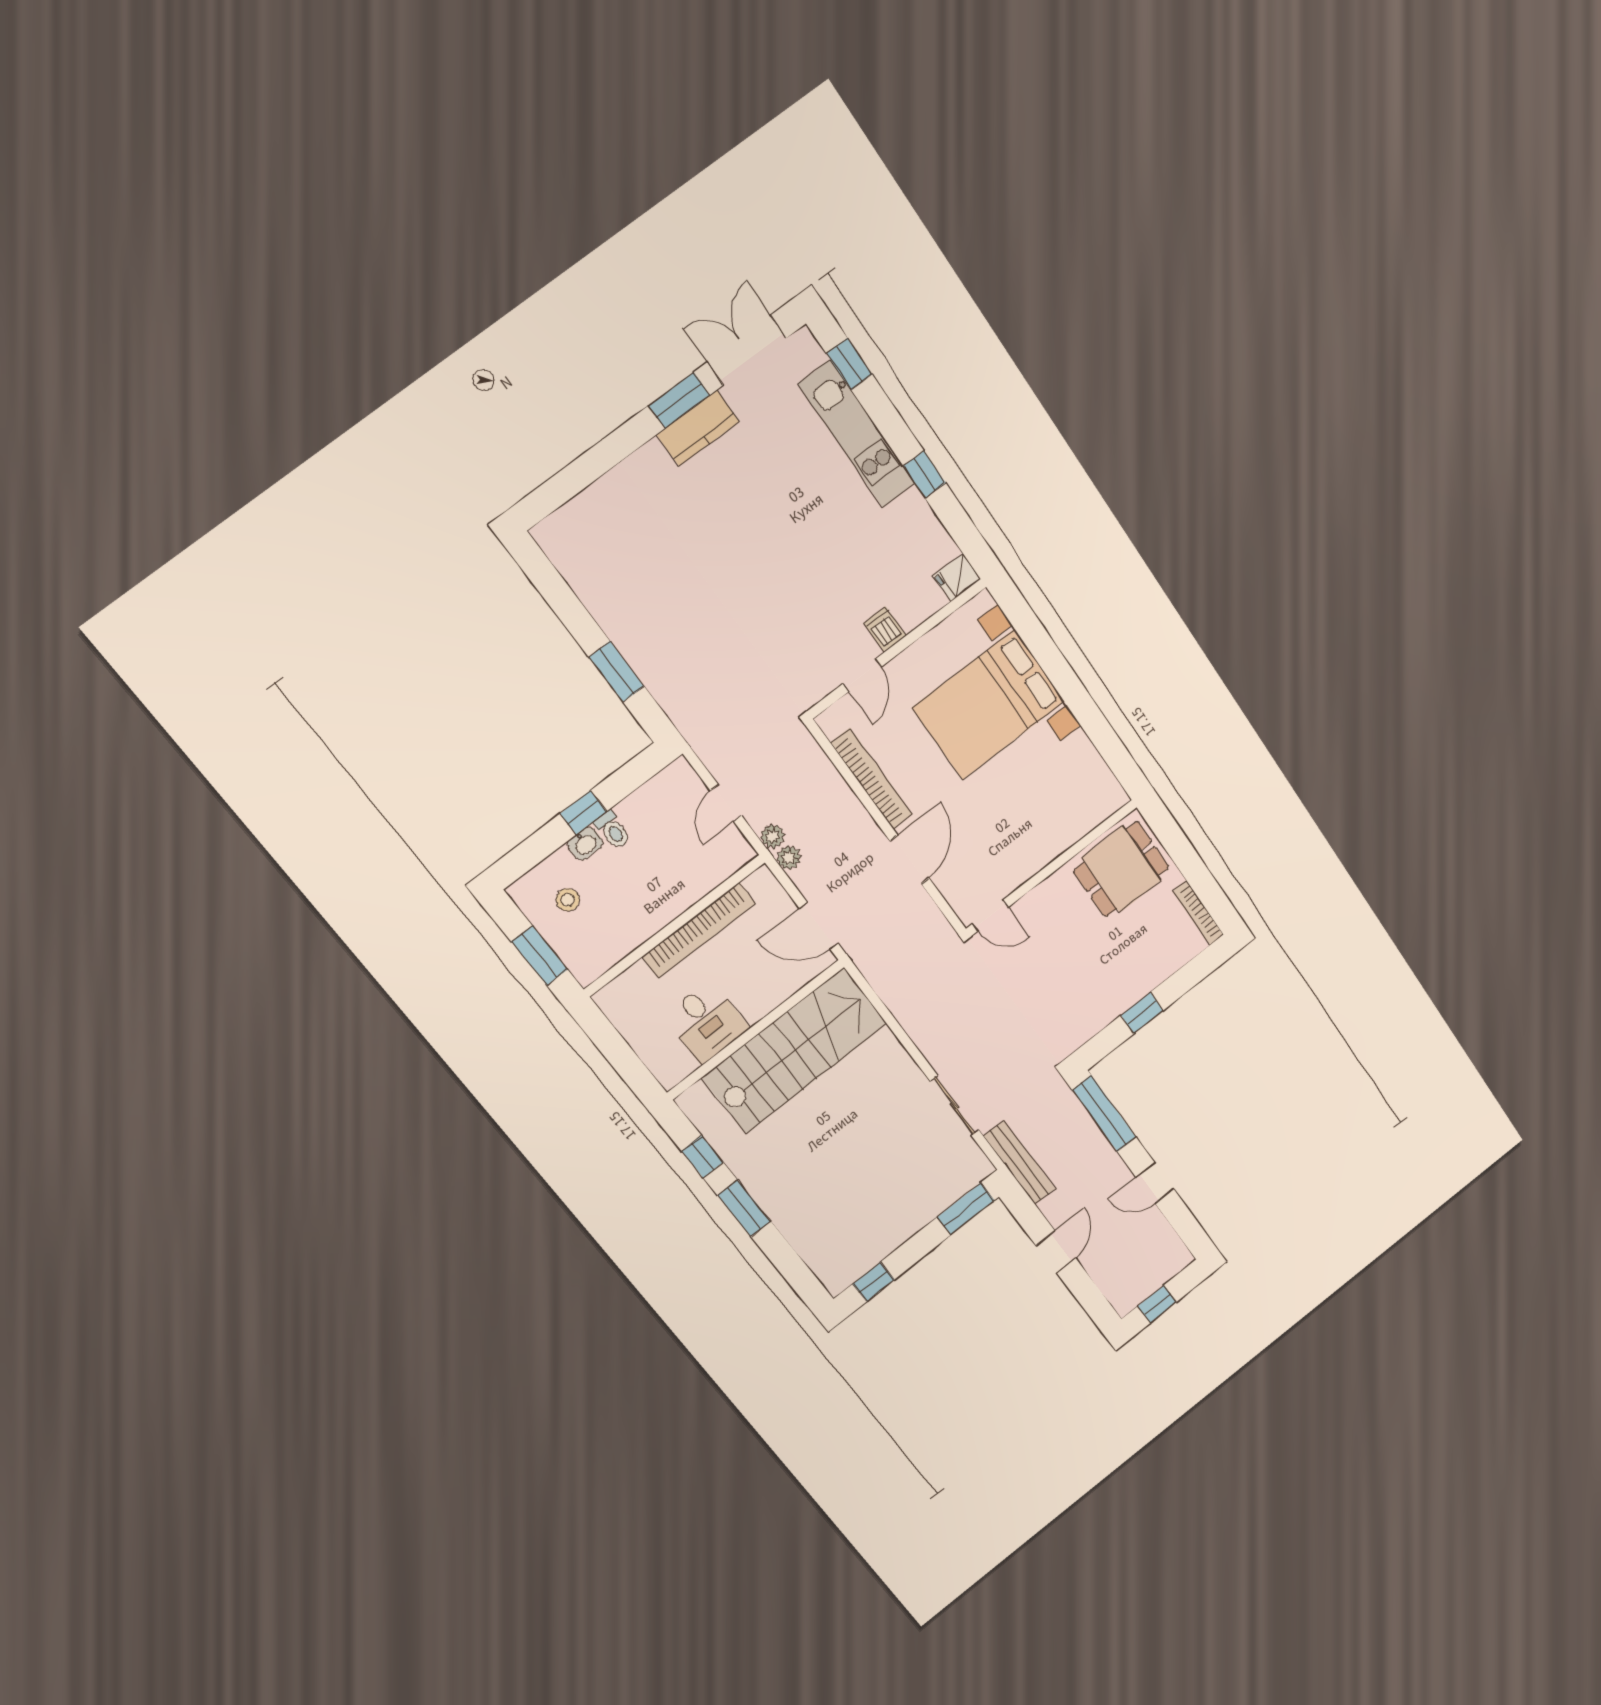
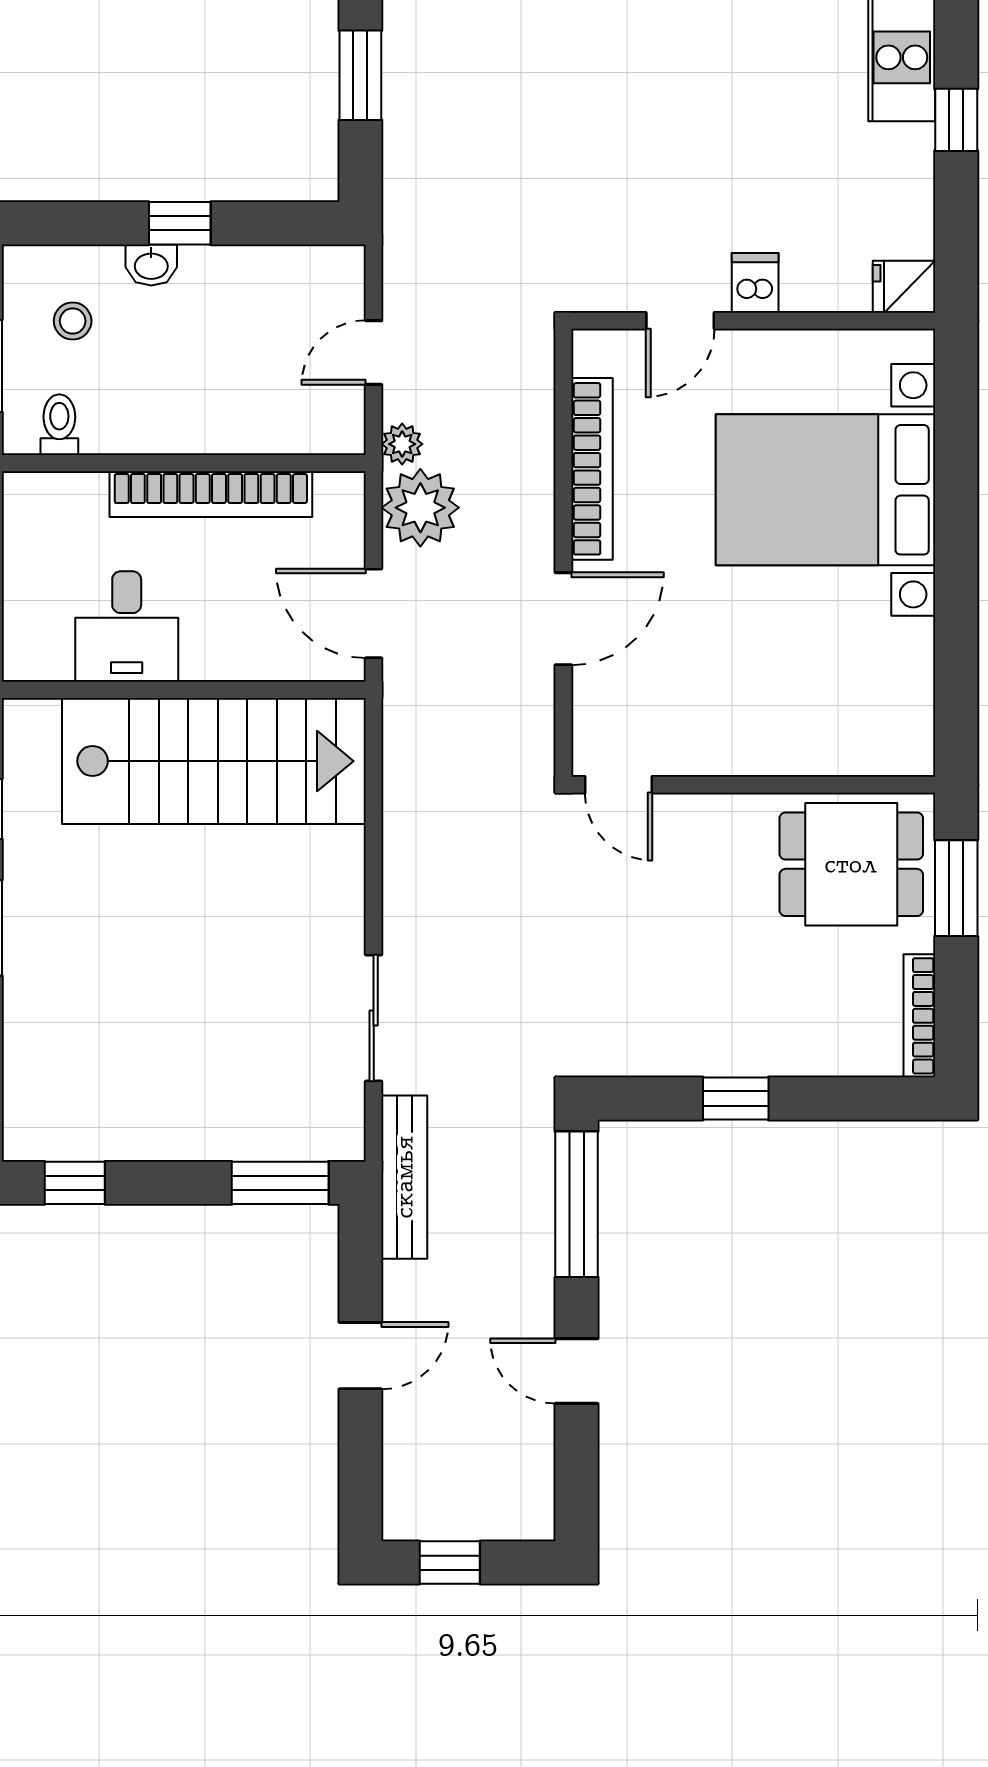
toilet: (613, 830) -> (59, 425), moved, turned 180
window: (1176, 843) -> (956, 888), added
plant: (789, 858) -> (420, 508), width x1.88, depth x1.88

